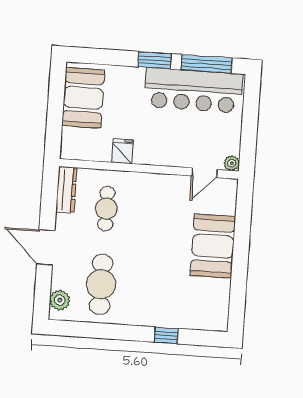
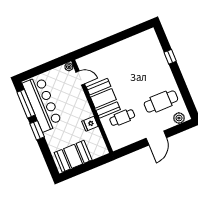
dresser: (66, 190) -> (123, 142), removed
booth: (213, 246) -> (103, 98), moved, turned 90

